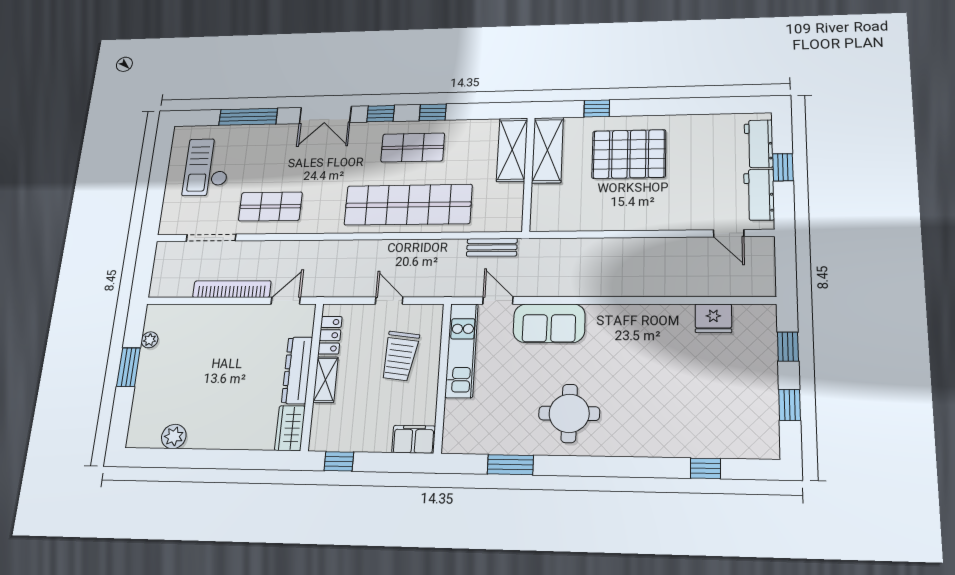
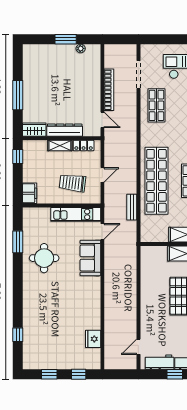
bench: (492, 247) -> (132, 207), moved
round table: (569, 413) -> (44, 258), moved
plant: (174, 437) -> (29, 69), removed
window: (220, 459) -> (18, 95), added

